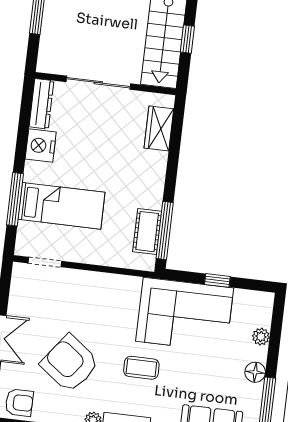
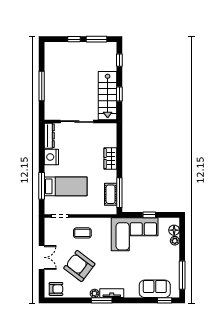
wardrobe: (159, 128) -> (110, 158), moved
coffee table: (141, 368) -> (82, 233), moved
floor lamp: (255, 372) -> (174, 230), moved

